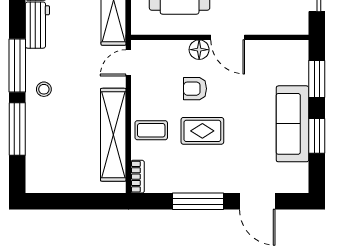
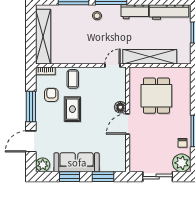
door: (128, 63) -> (113, 66), hinge flipped
armchair: (195, 89) -> (51, 95), moved
shelving: (113, 135) -> (43, 37), moved, turned 90
plant: (297, 181) -> (43, 165), added

